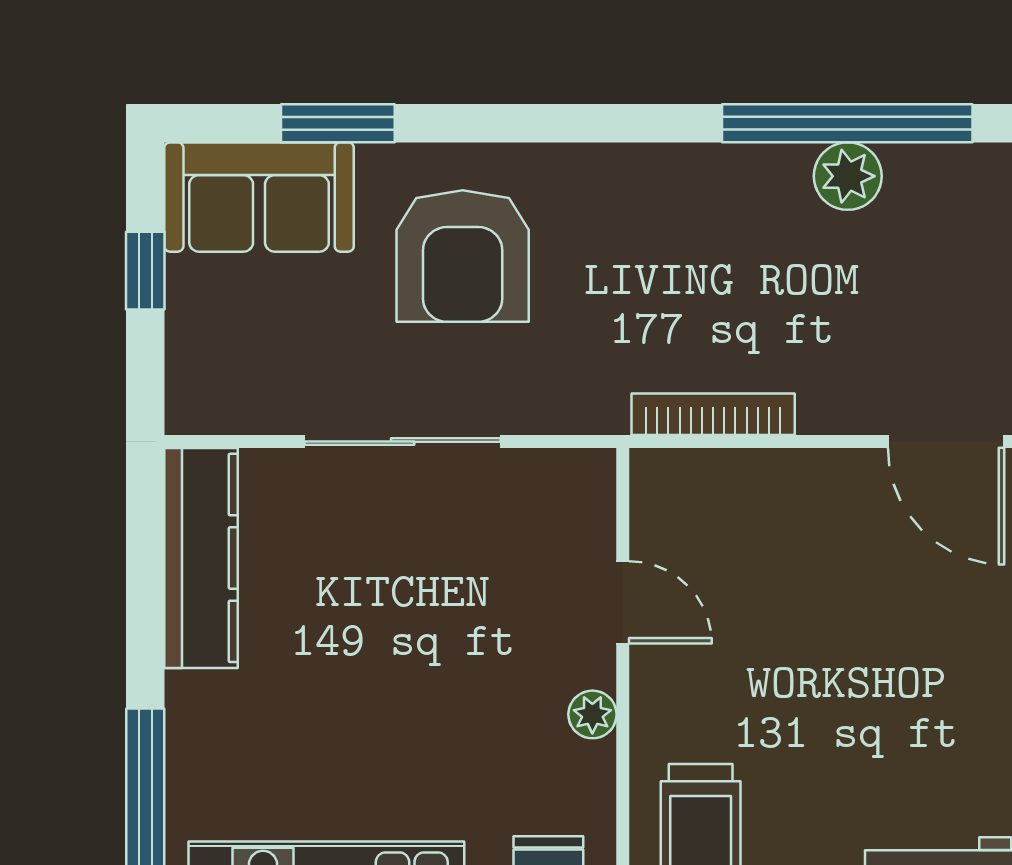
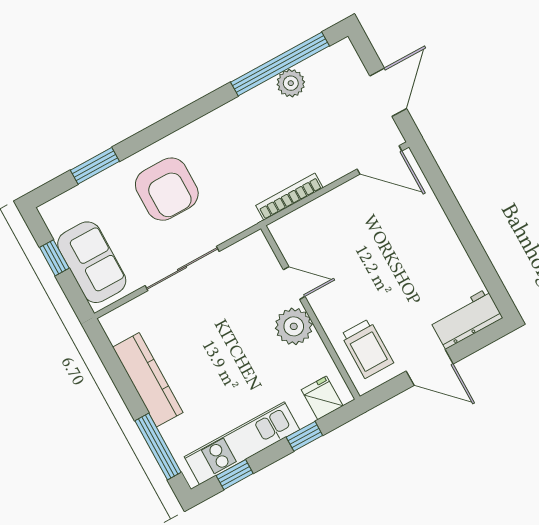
sofa: (259, 197) -> (92, 262), moved, turned -90
kitchen counter: (201, 558) -> (148, 380), moved
plant: (592, 714) -> (294, 326), width x1.88, depth x1.88

